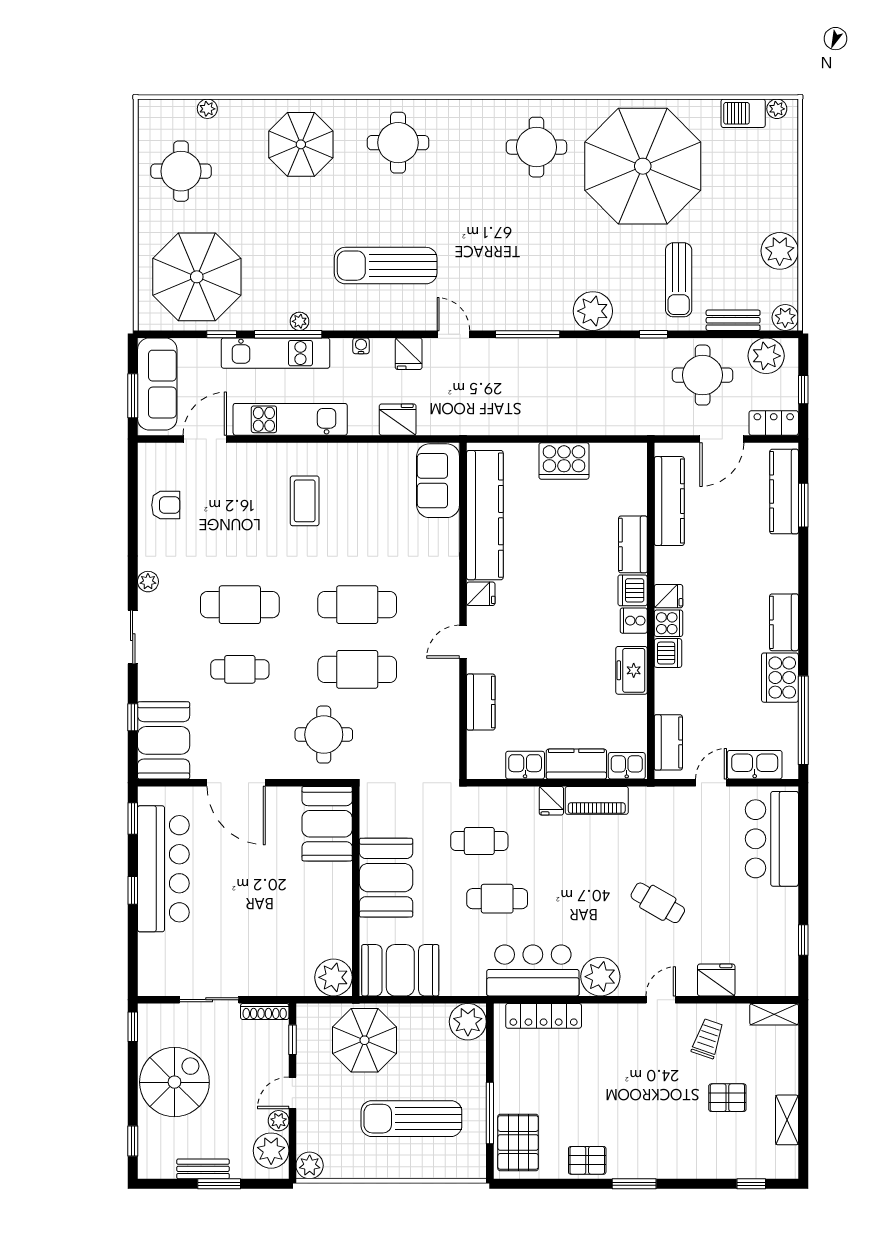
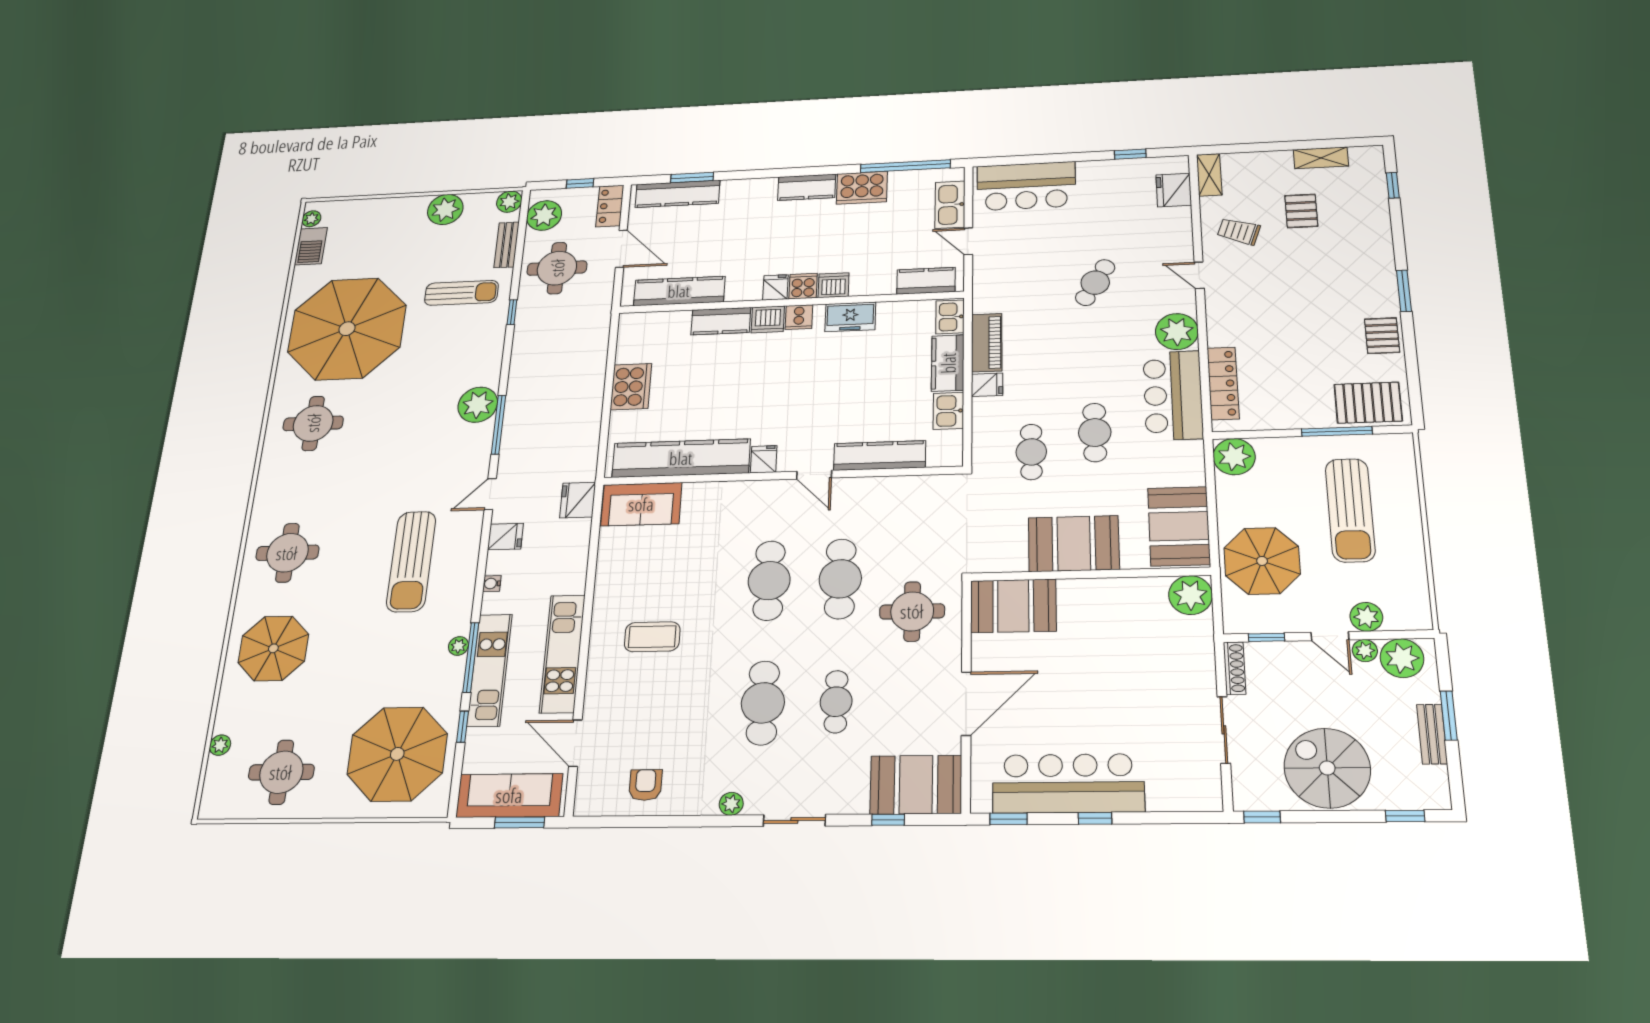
plant: (593, 311) -> (478, 405), moved
fridge: (398, 420) -> (578, 500), moved
kitchen counter: (481, 702) -> (880, 455), width x1.50
fridge: (716, 980) -> (1174, 190), moved
plant: (310, 1165) -> (1366, 617), moved

